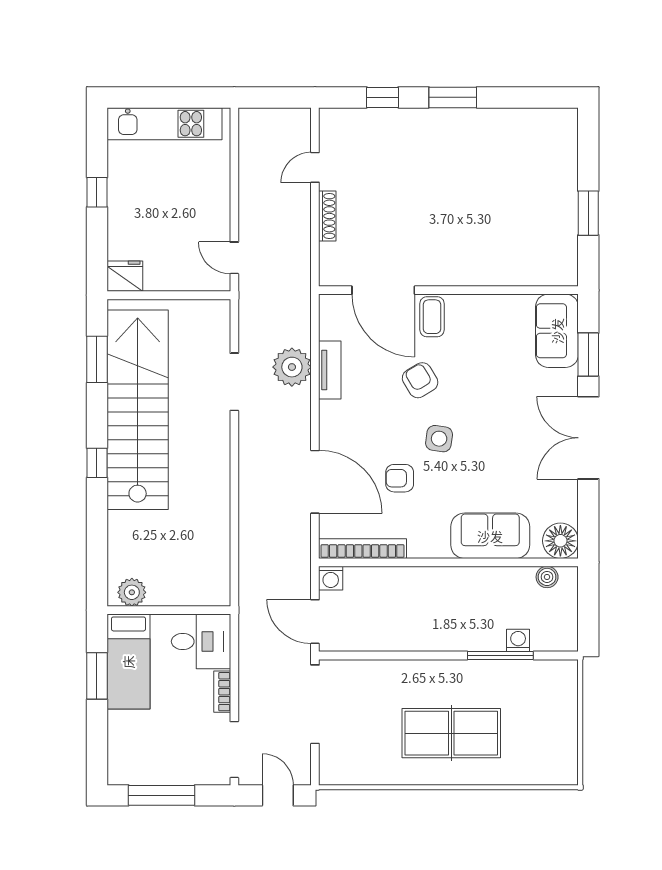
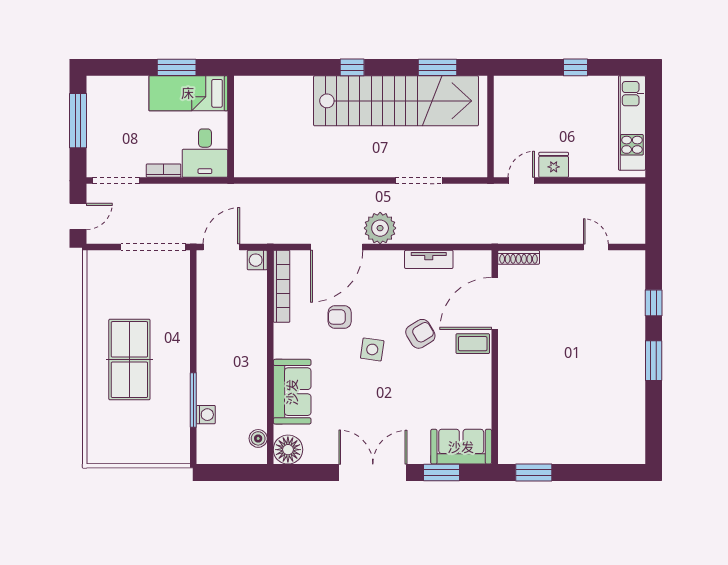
window: (588, 213) -> (534, 473), moved
shoe rack: (327, 216) -> (519, 257), moved
fridge: (125, 276) -> (554, 165), moved, turned -90
plant: (292, 367) -> (380, 228), moved
armchair: (400, 478) -> (340, 317), turned -90
plant: (132, 592) -> (246, 96), removed

